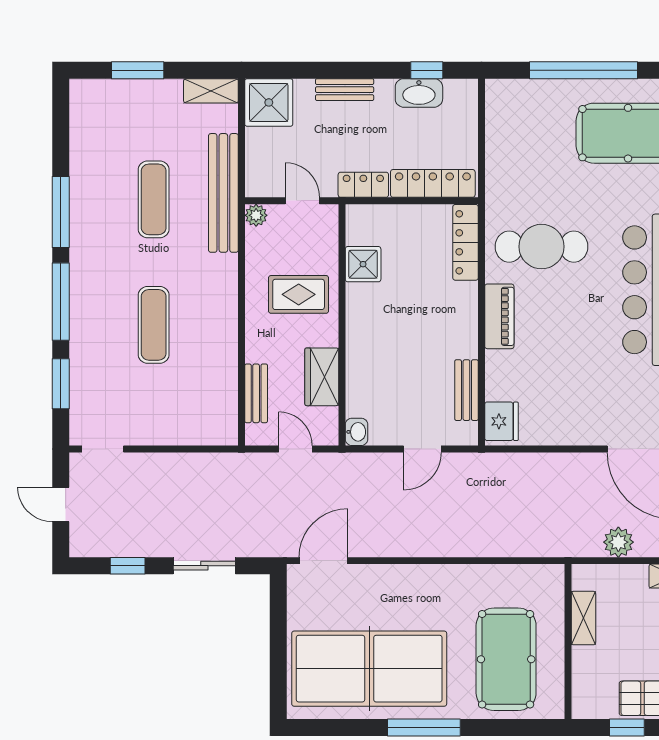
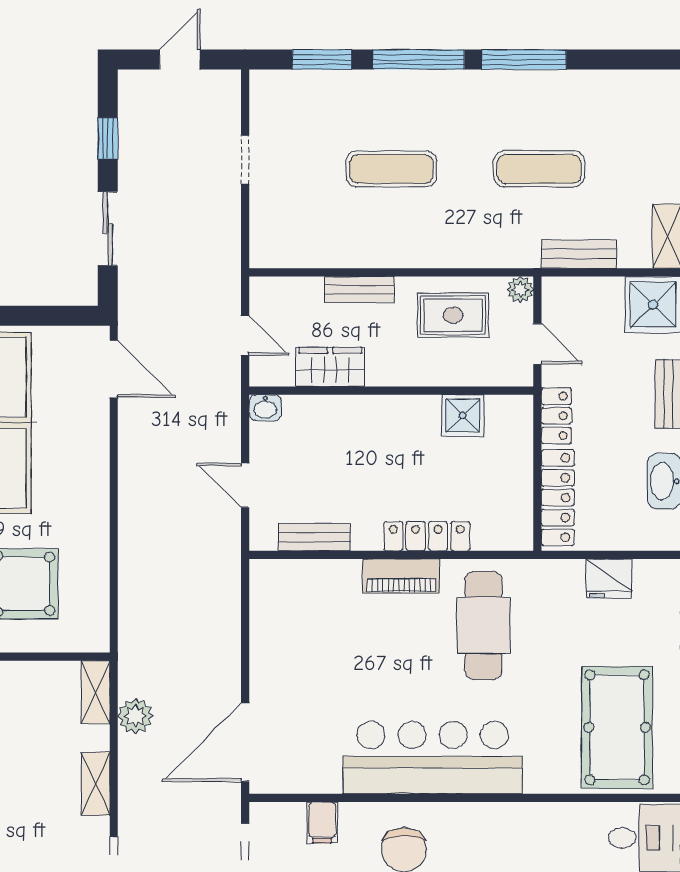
bench: (223, 193) -> (579, 254), width x0.54, depth x0.82
door: (302, 201) -> (537, 344), hinge flipped
locker: (466, 242) -> (427, 536), moved
rug: (299, 294) -> (453, 315), moved, turned 90
bench: (256, 393) -> (359, 290), moved
fridge: (502, 421) -> (609, 578), moved
doorway: (103, 449) -> (245, 160), moved
door: (295, 449) -> (245, 336), hinge flipped
shelving: (583, 618) -> (96, 692), moved, turned 90

